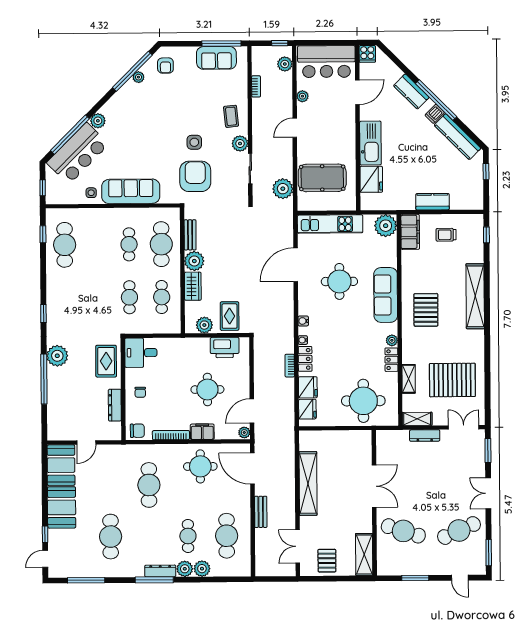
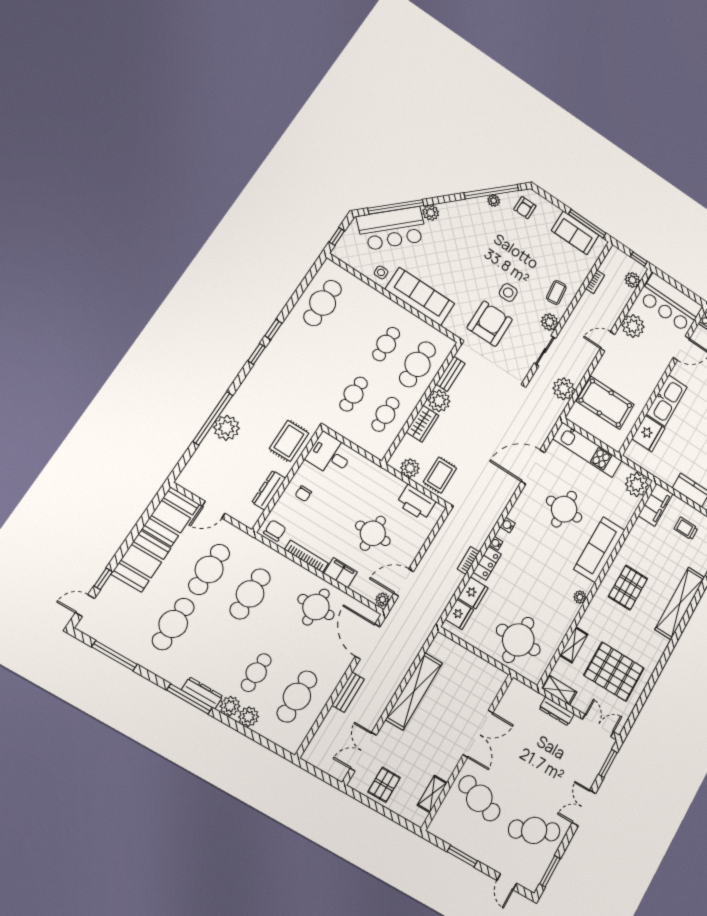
plant: (302, 96) -> (633, 326), width x1.87, depth x1.87
window: (43, 234) -> (273, 330), moved
plant: (57, 356) -> (226, 428), moved
locker: (391, 360) -> (569, 616), removed
chair: (137, 431) -> (275, 531), turned -90
cafe table: (110, 485) -> (209, 569), added
shelving: (364, 554) -> (432, 794), width x0.67, depth x0.75

